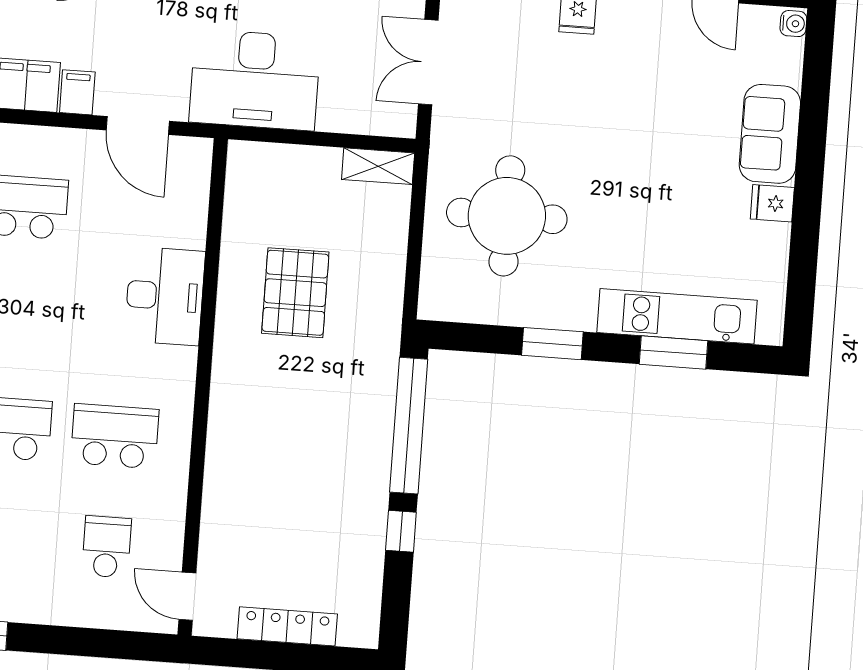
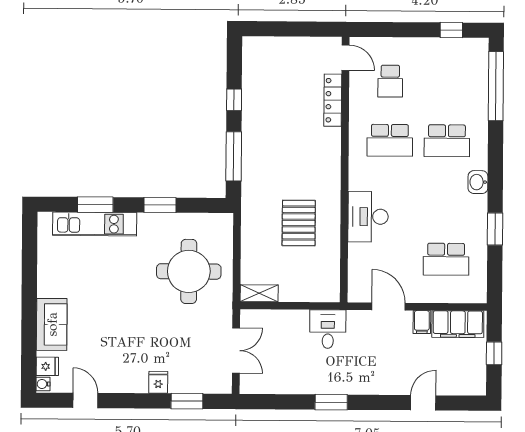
desk: (255, 80) -> (328, 329), width x0.53, depth x0.77
fridge: (772, 203) -> (47, 366), moved
window: (409, 426) -> (234, 156), width x0.68
locker: (287, 626) -> (333, 100), moved, turned 90

